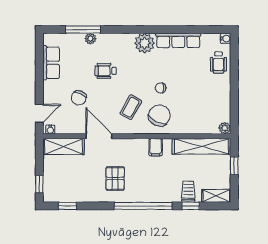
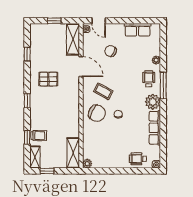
window: (83, 30) -> (163, 85), moved
wheelchair: (106, 71) -> (149, 79), moved
door: (99, 136) -> (81, 67), hinge flipped
shelving: (201, 146) -> (73, 153), width x0.68
filing cabinet: (156, 147) -> (72, 110), removed
window: (234, 166) -> (47, 171), moved
window: (39, 184) -> (54, 21), moved
window: (67, 206) -> (27, 54), moved
window: (143, 206) -> (27, 101), width x0.32

